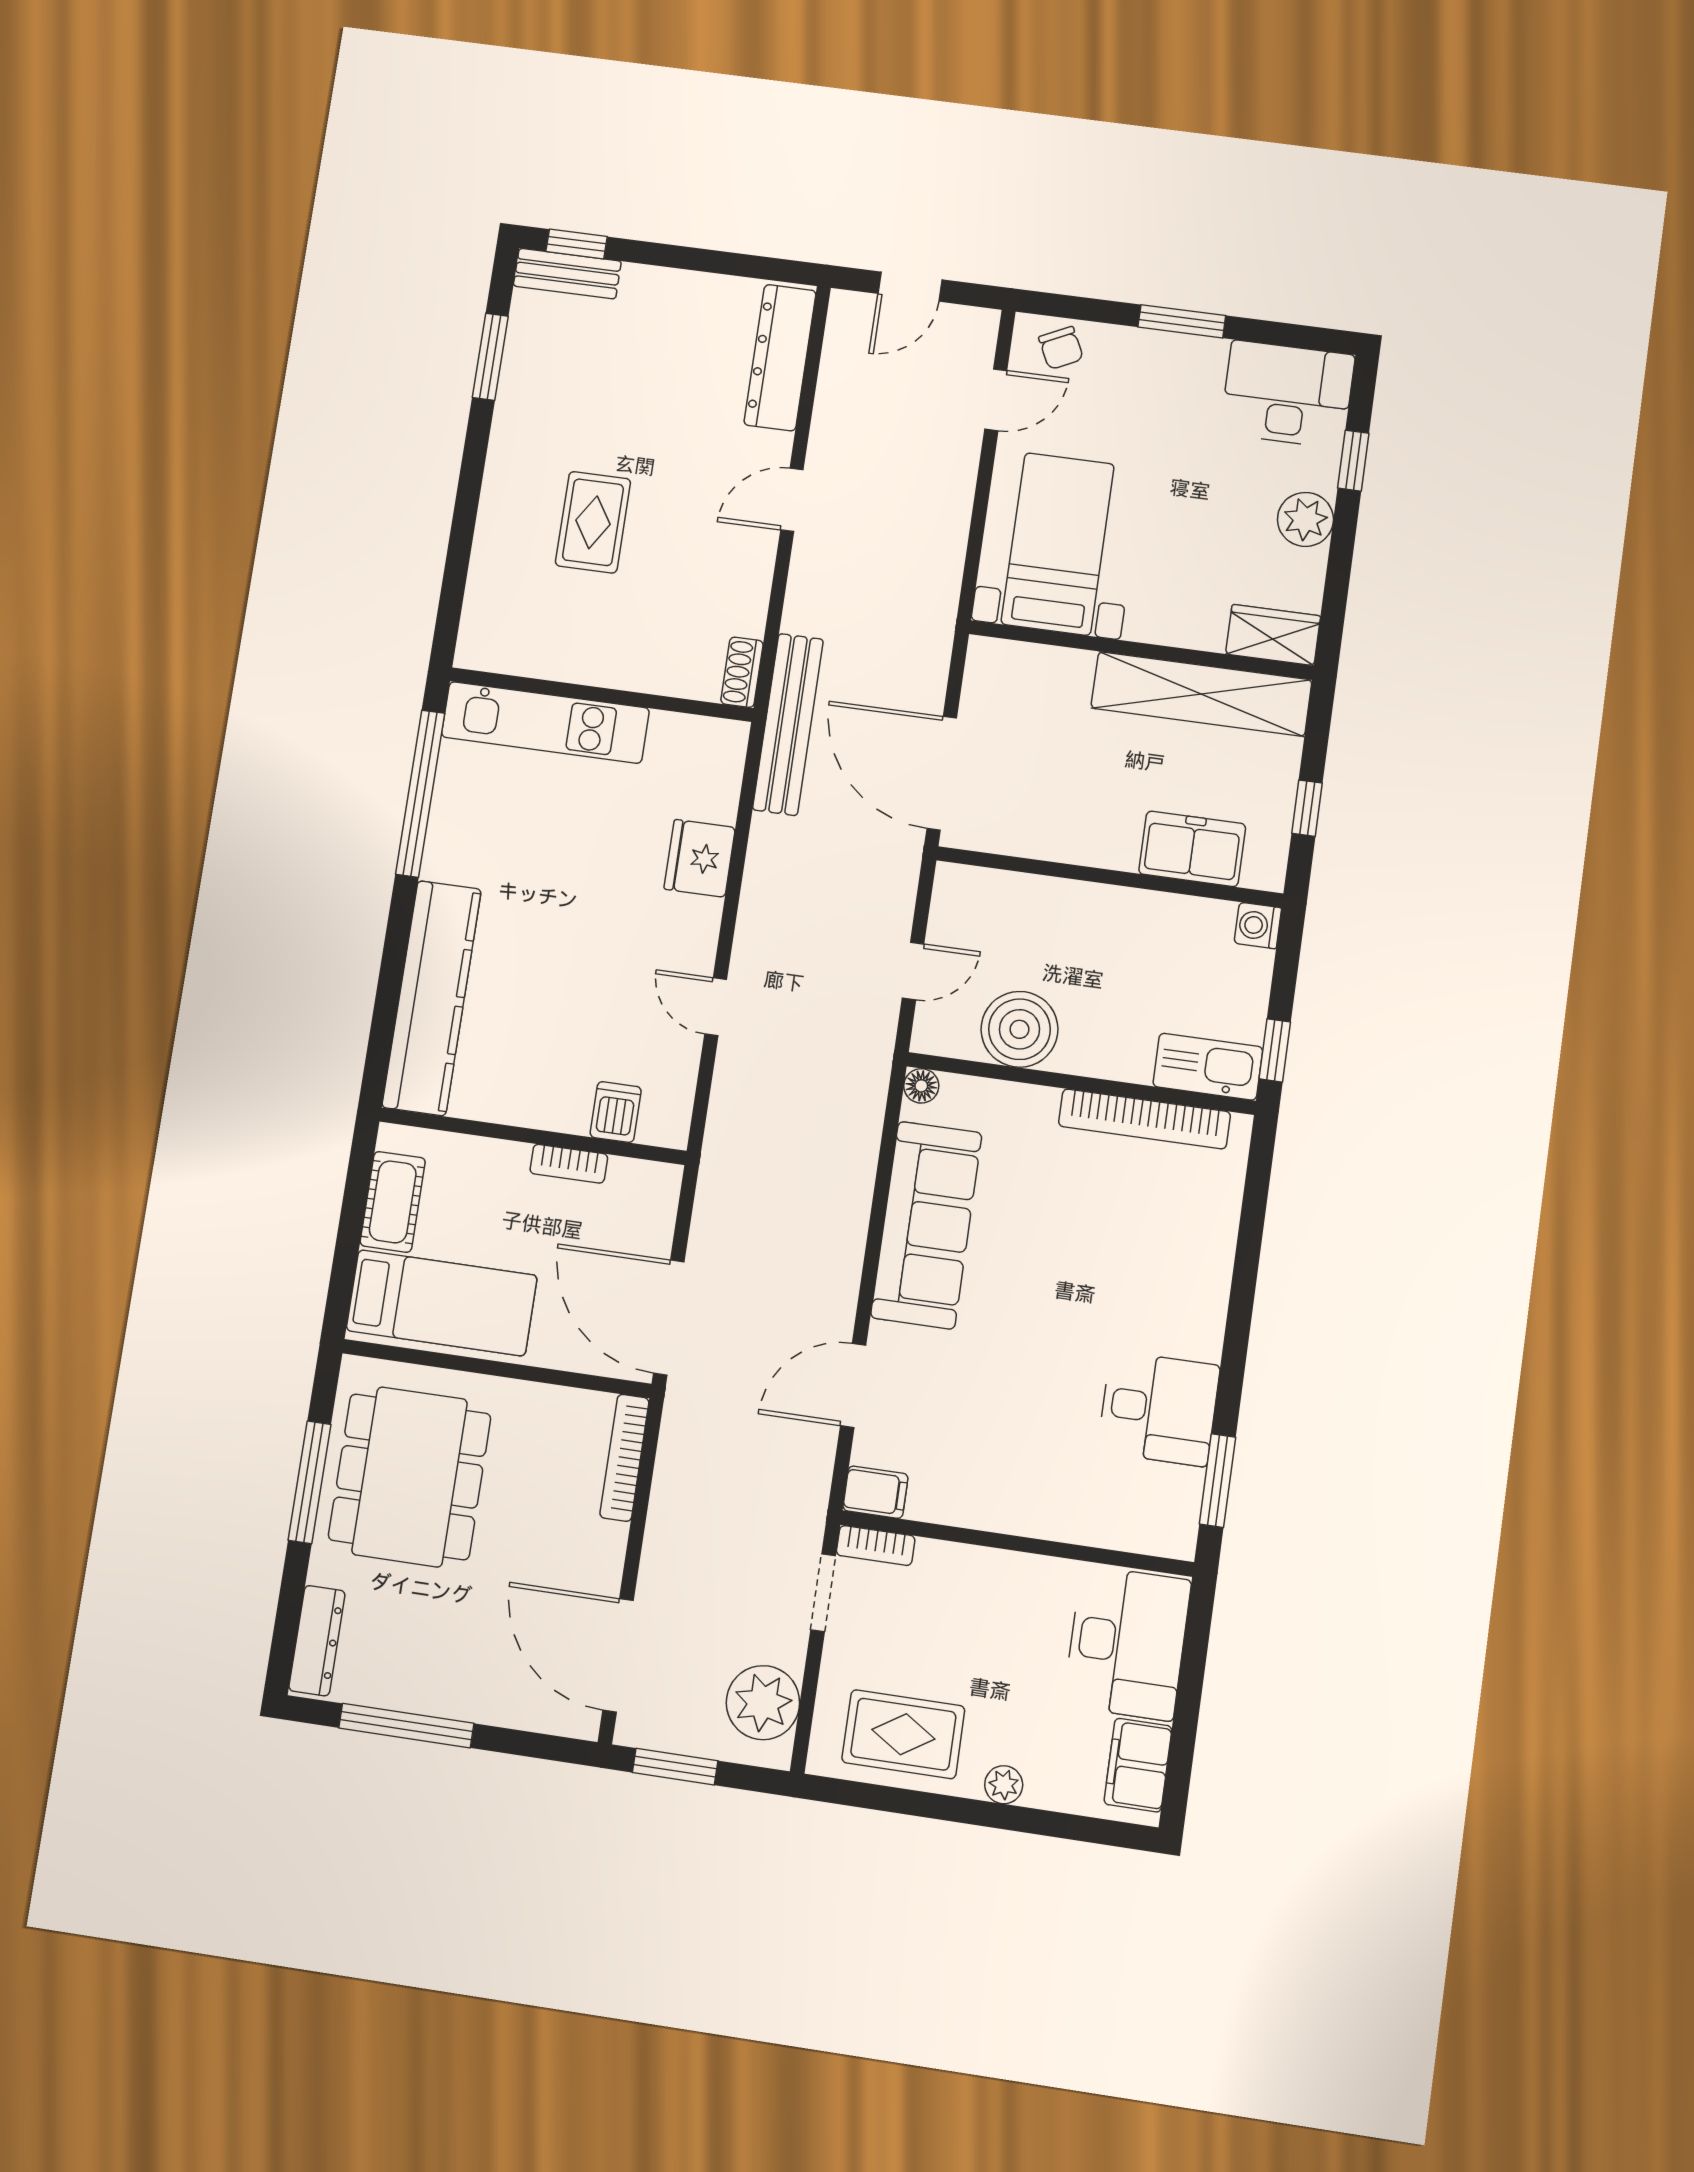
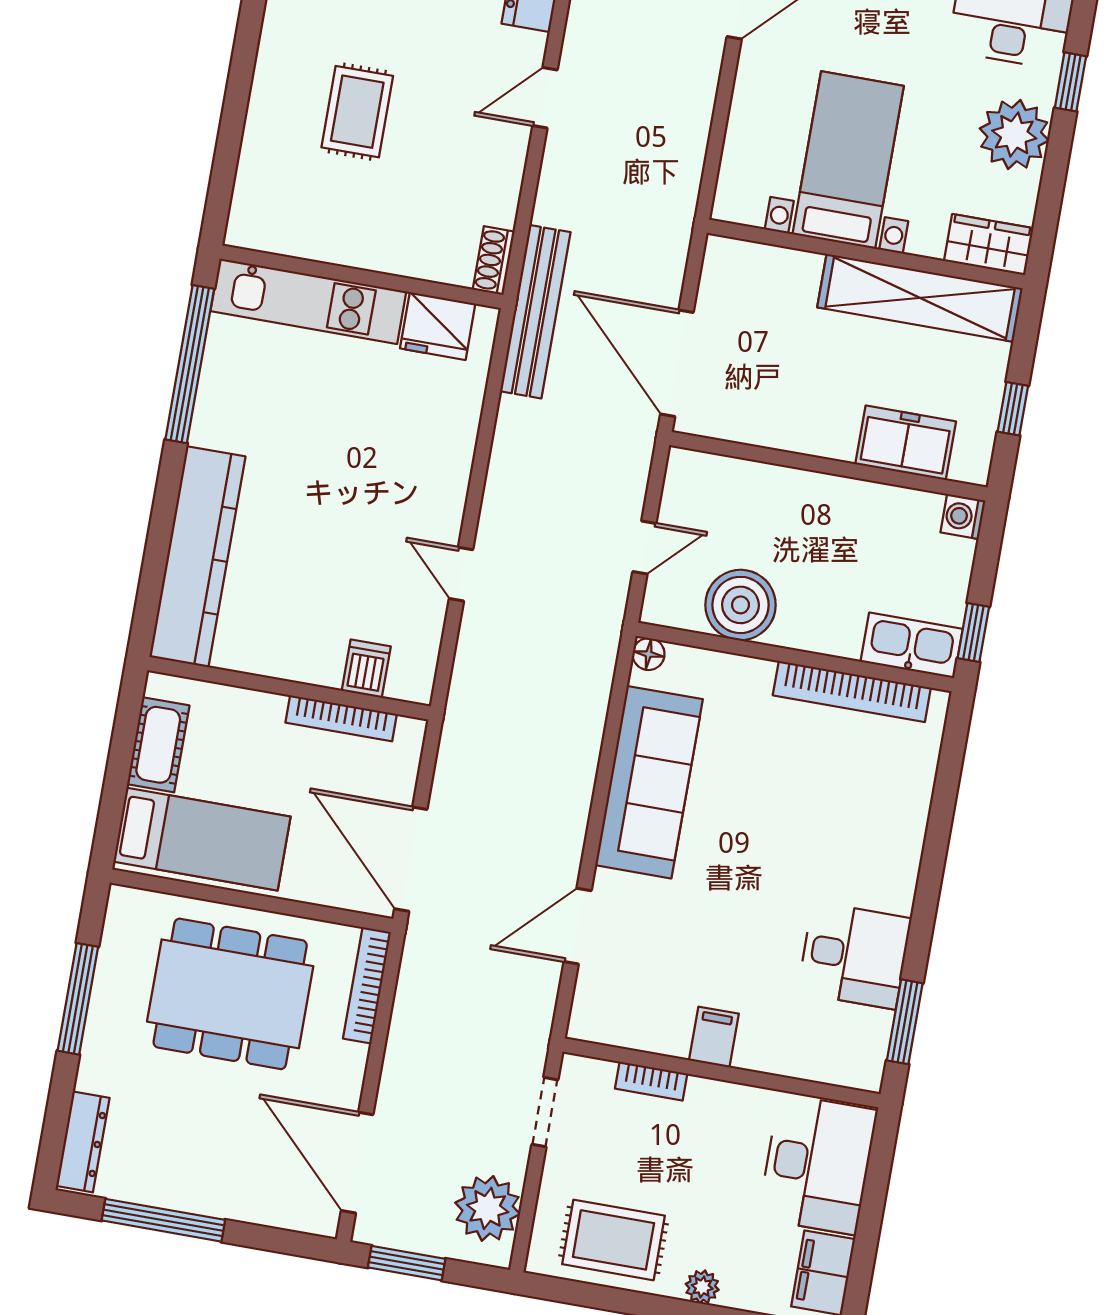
plant: (1305, 519) -> (1014, 135), width x1.36, depth x1.36
bed with nightstands: (1058, 544) -> (848, 160), moved
fridge: (700, 858) -> (438, 326), moved, turned -90
bookcase: (569, 1164) -> (341, 718), width x1.56
dining table: (410, 1477) -> (230, 994), moved, turned 90
filing cabinet: (875, 1492) -> (714, 1037), moved, turned -90
bookcase: (876, 1546) -> (651, 1081), moved

